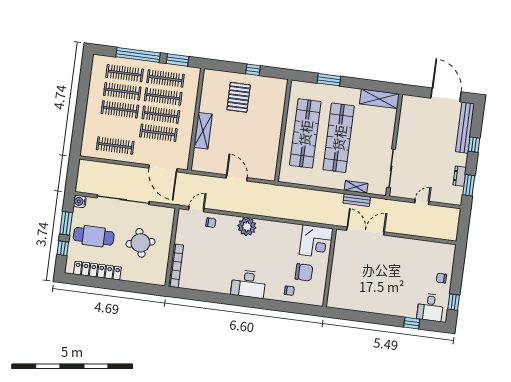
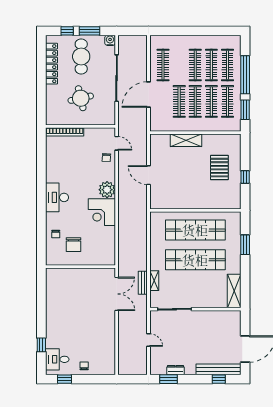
pallet: (239, 97) -> (219, 168), turned 90
window: (474, 145) -> (219, 379), moved
door: (163, 168) -> (148, 95), moved
door: (237, 178) -> (148, 175), swing flipped
corner desk: (316, 242) -> (102, 212), moved

